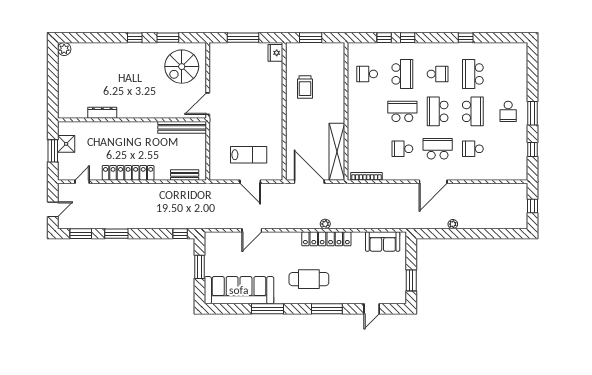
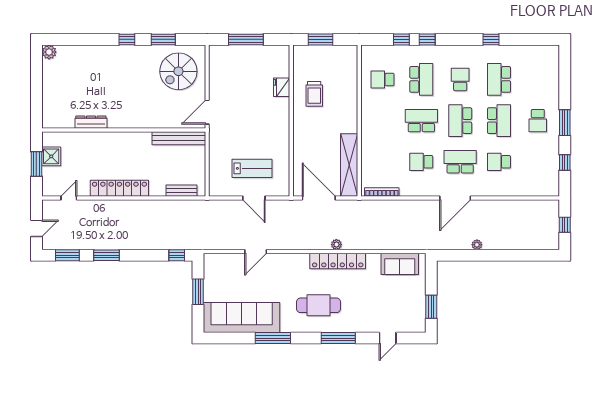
fridge: (275, 53) -> (282, 87), moved
school desk: (438, 74) -> (460, 79), turned -90

